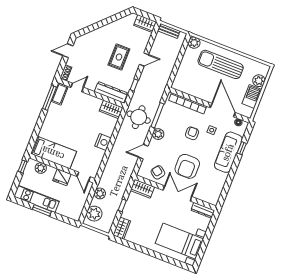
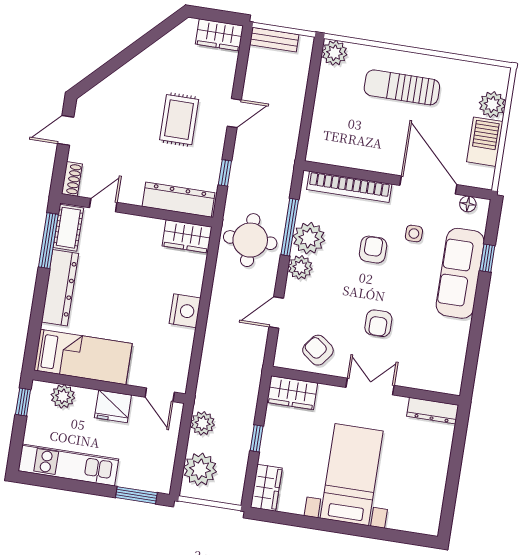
sun lounger: (221, 64) -> (402, 87), width x0.73, depth x0.75
dresser: (50, 120) -> (60, 288), added
plant: (165, 122) -> (309, 238), added
armchair: (187, 166) -> (378, 323), width x0.53, depth x0.53
double door: (177, 193) -> (370, 386), width x0.73
window: (42, 210) -> (136, 495), moved
bed with nightstands: (179, 241) -> (352, 475), moved, turned 90

